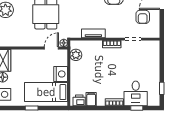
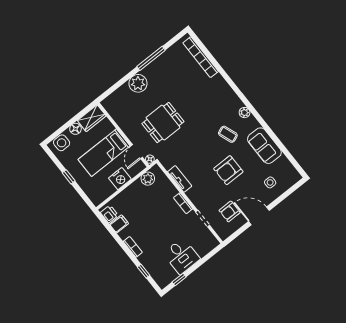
door: (51, 48) -> (137, 152), swing flipped
bed: (46, 92) -> (104, 153), moved, turned -90
desk: (136, 93) -> (182, 256), moved, turned -90

